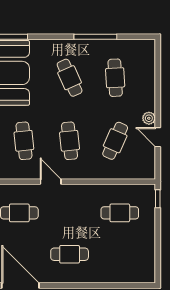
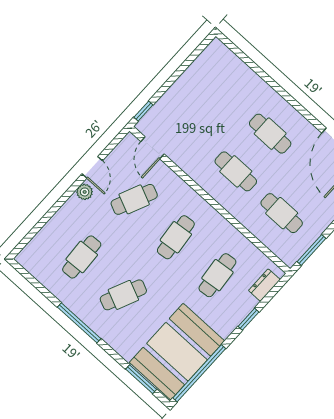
window: (95, 37) -> (79, 323), moved
cafe table: (70, 78) -> (123, 295), turned 48
door: (51, 182) -> (152, 148), moved
cafe table: (120, 213) -> (236, 171), moved

